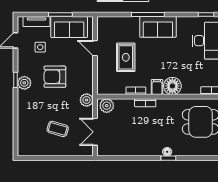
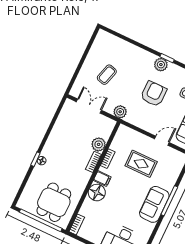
plant: (107, 106) -> (99, 144), moved

